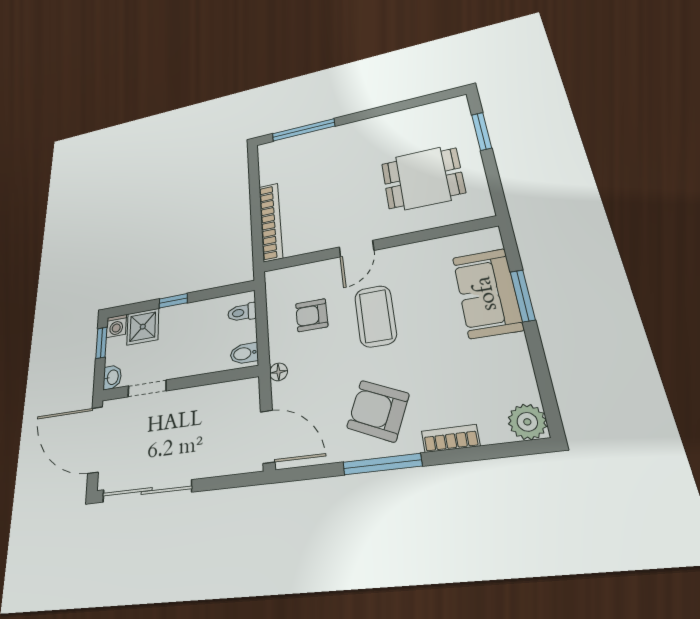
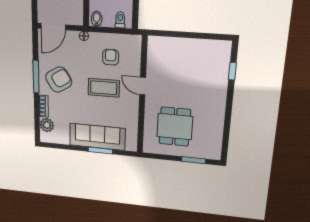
window: (303, 130) -> (232, 71), width x0.46
bookcase: (271, 222) -> (173, 43), removed
sofa: (487, 293) -> (97, 137), width x1.36
armchair: (378, 411) -> (59, 80), turned 34
plant: (527, 422) -> (47, 125), moved

